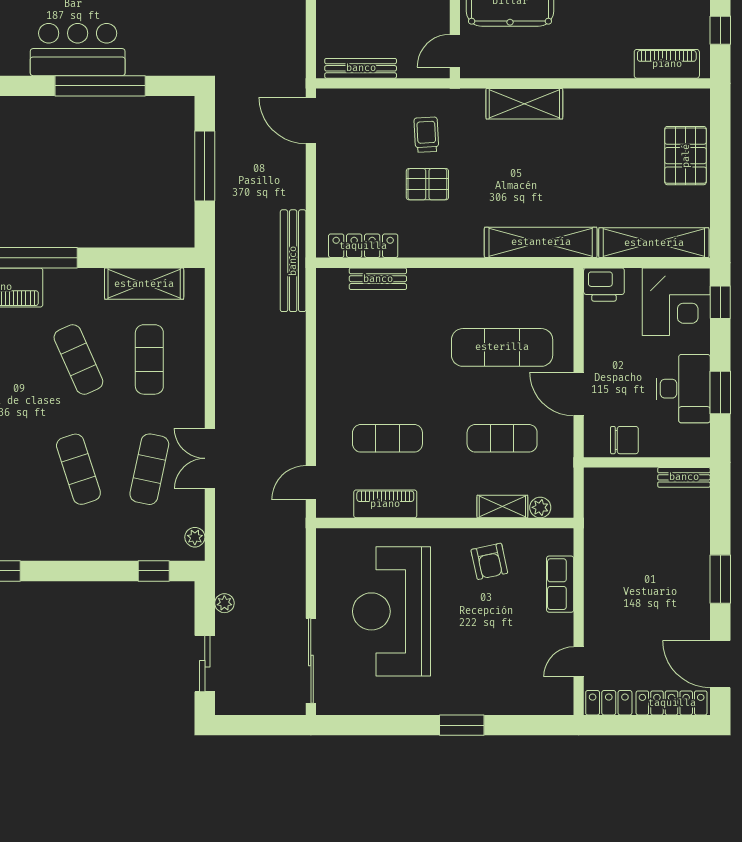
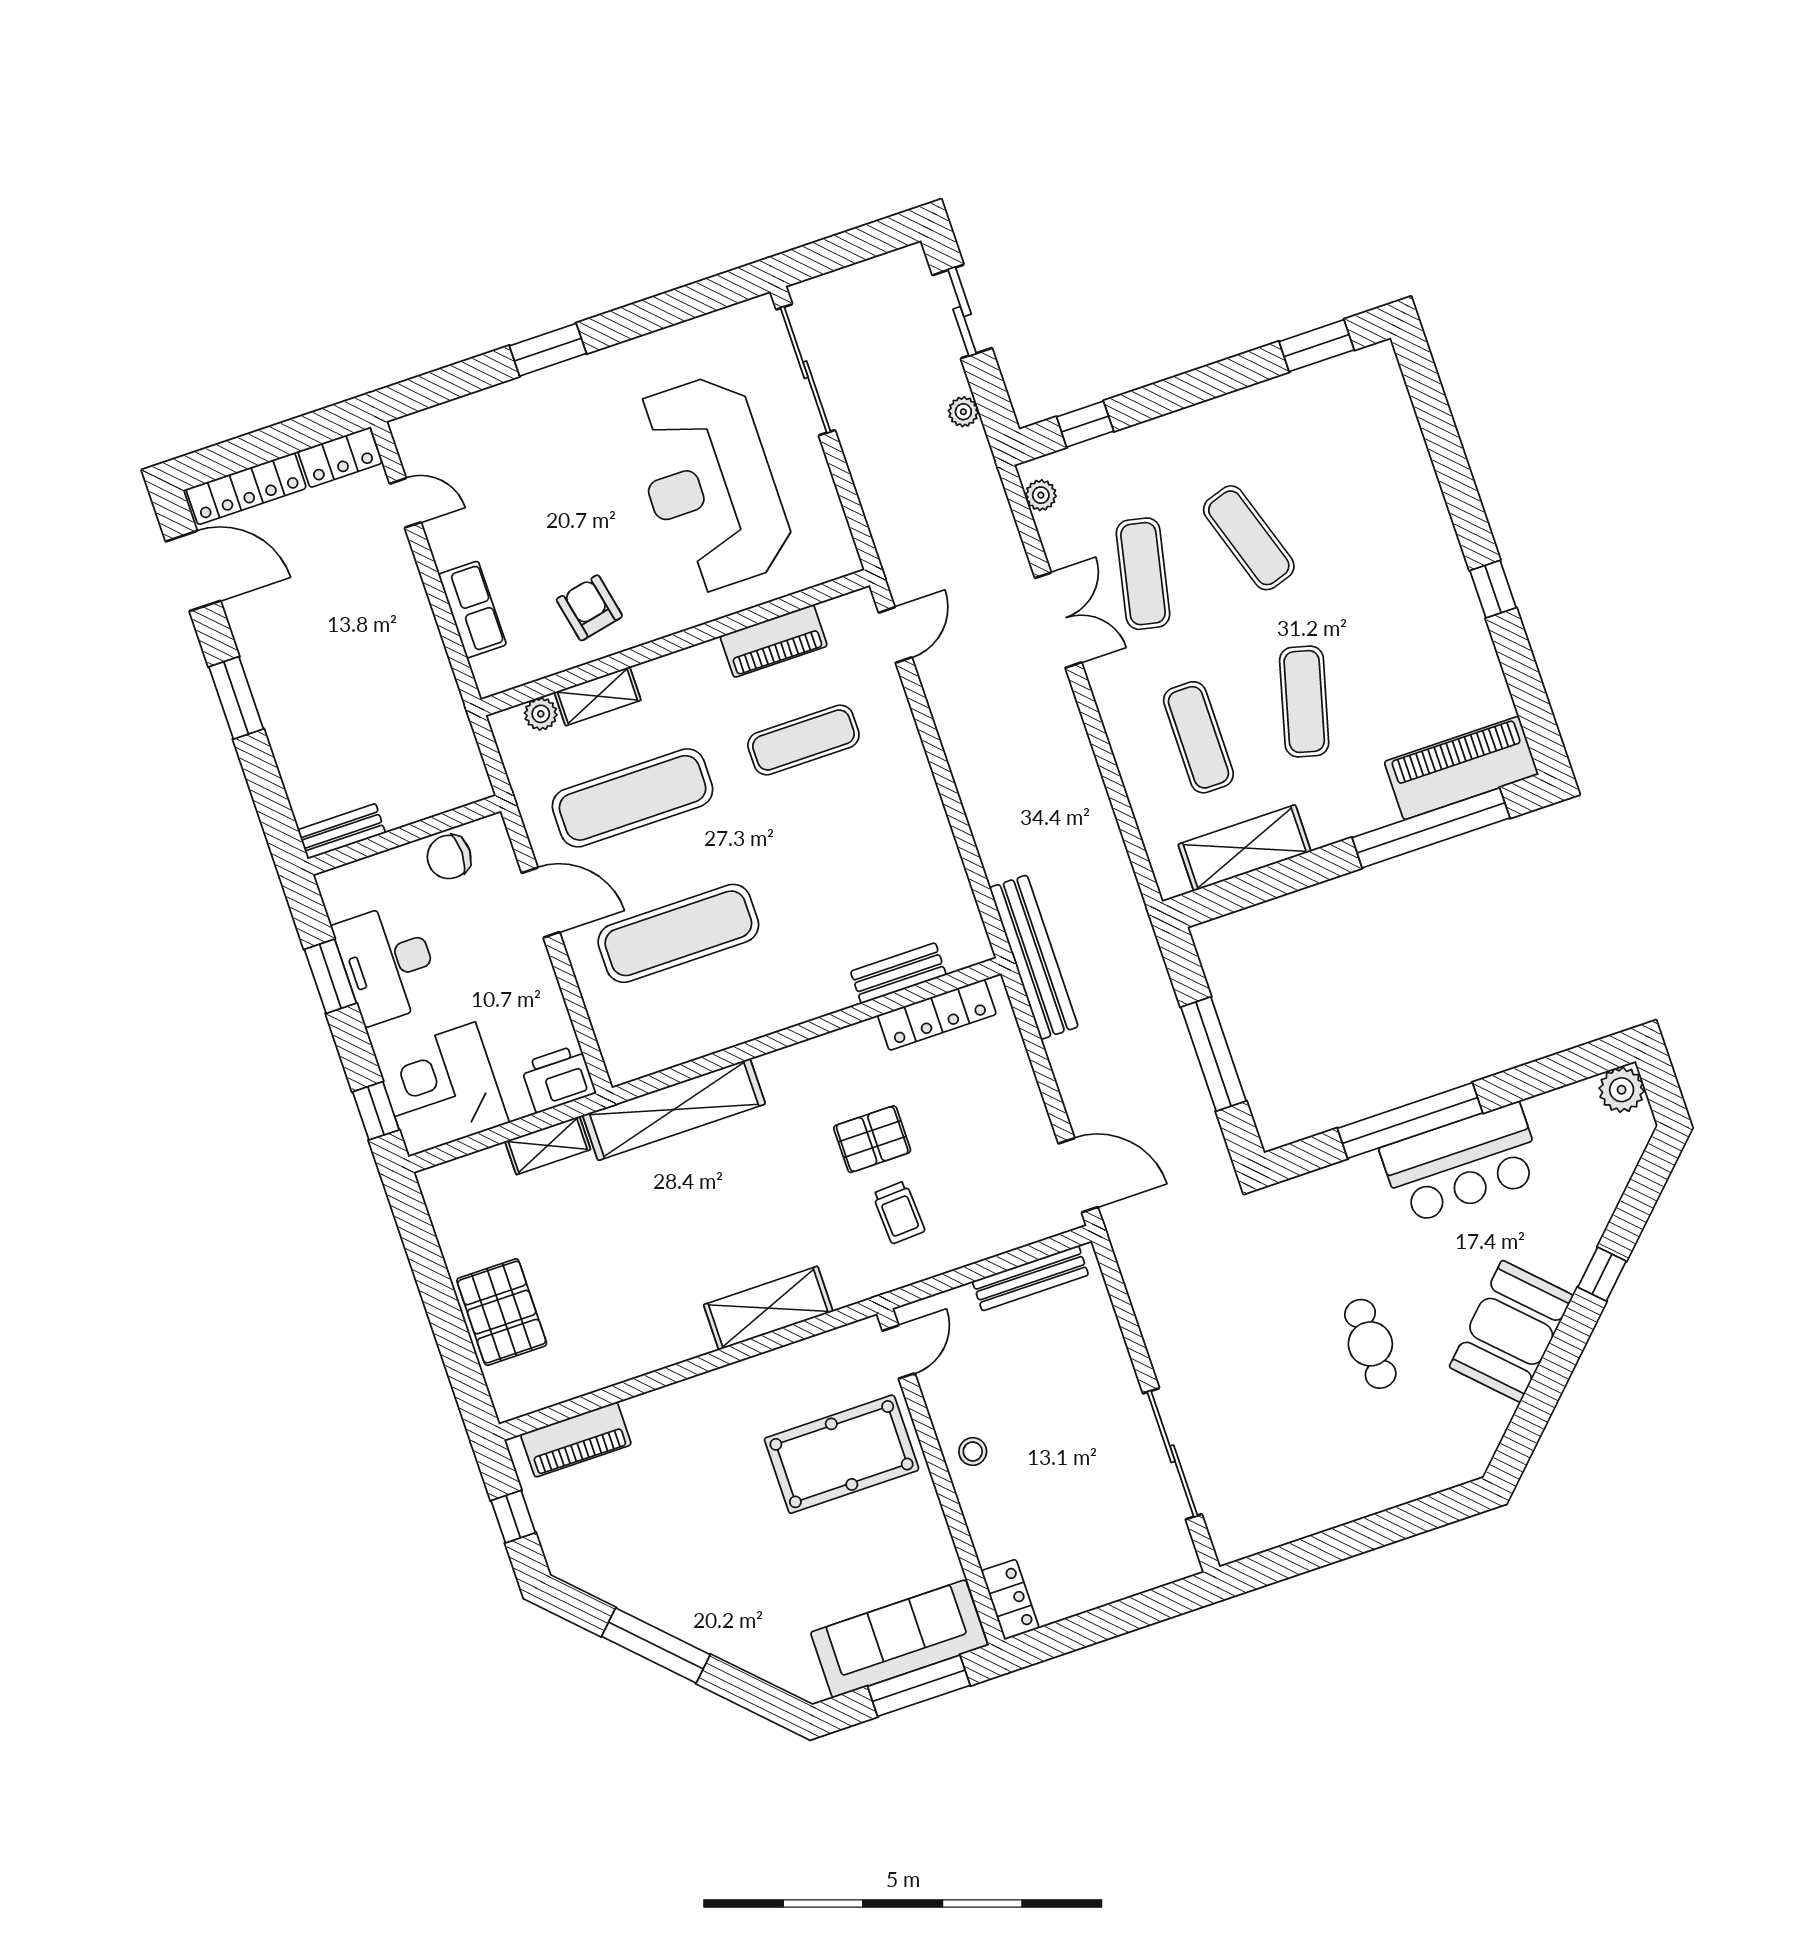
shelving: (654, 243) -> (548, 1145), width x0.45, depth x0.75
exercise mat: (78, 359) -> (1304, 701), turned 39
exercise mat: (502, 438) -> (633, 798), width x1.36, depth x1.45
reception desk: (392, 611) -> (710, 484), turned 180
door: (579, 662) -> (405, 503), hinge flipped

